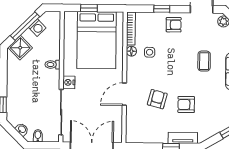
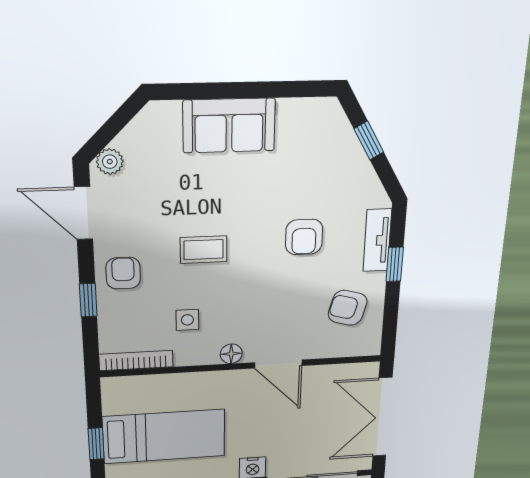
bed: (97, 40) -> (164, 436), width x0.67
floor lamp: (131, 51) -> (231, 354), moved
coffee table: (204, 61) -> (204, 250), moved
armchair: (157, 99) -> (348, 308), moved

